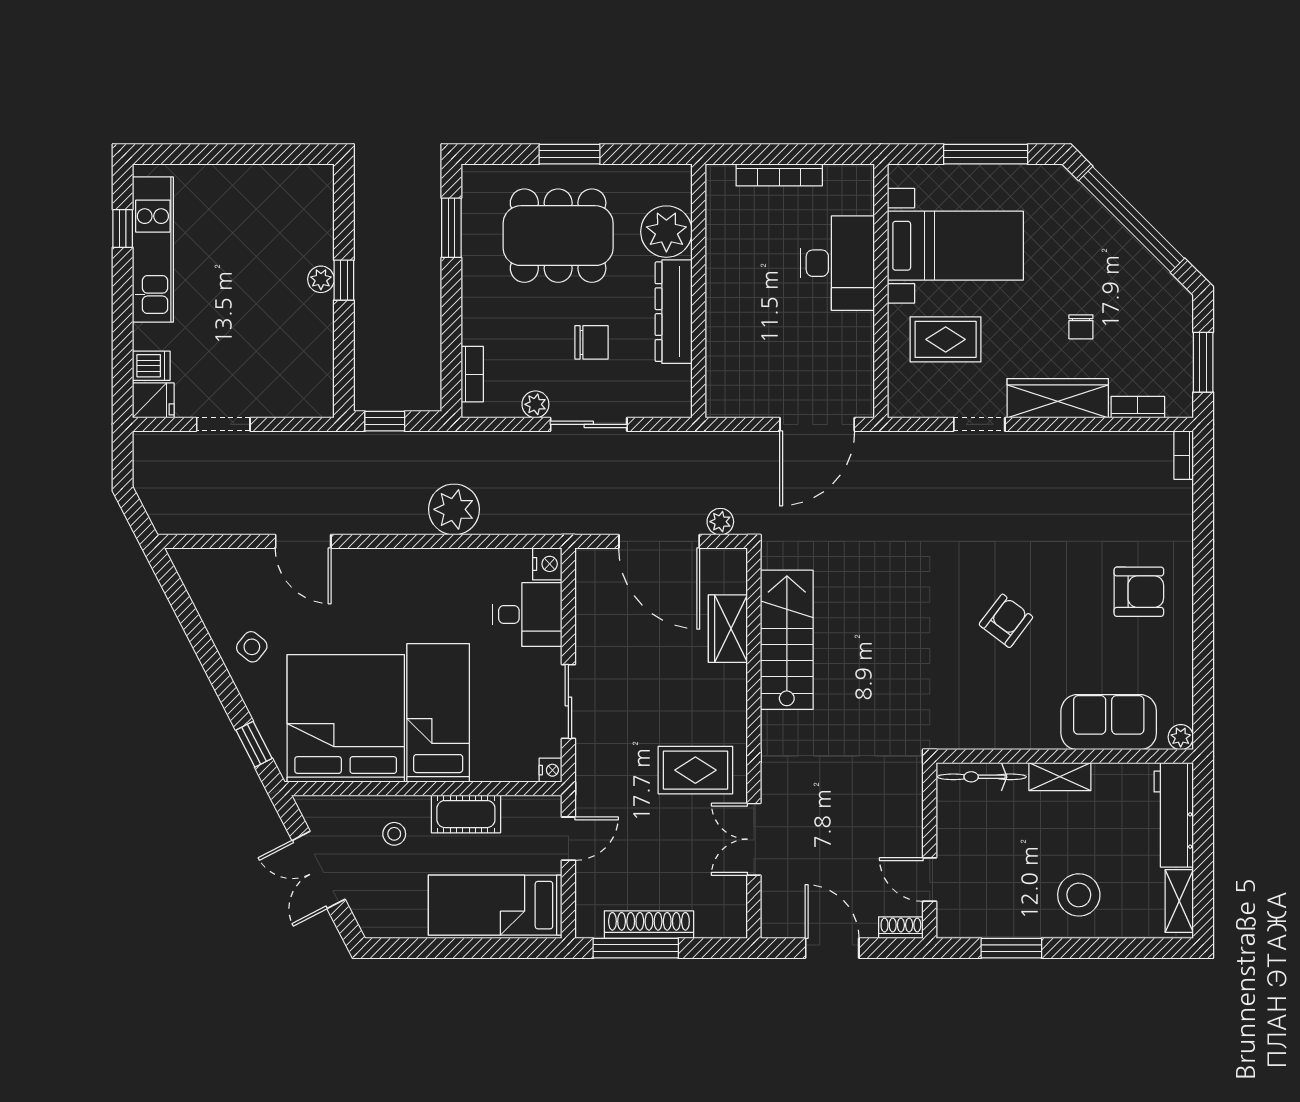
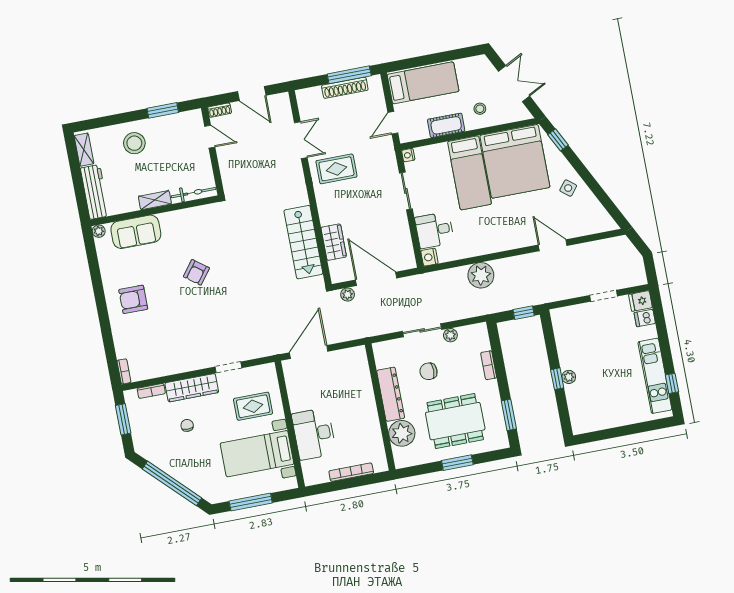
bookcase: (472, 374) -> (489, 365), moved

